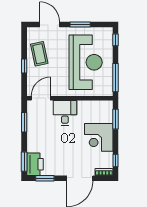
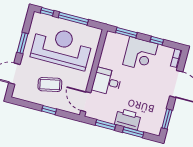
coffee table: (39, 54) -> (50, 85), moved
window: (115, 78) -> (73, 19), moved
window: (115, 160) -> (157, 41), moved
window: (24, 162) -> (133, 132), moved
printer: (35, 164) -> (128, 119), moved

